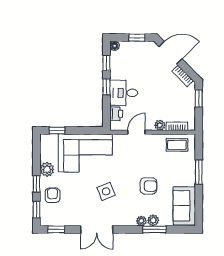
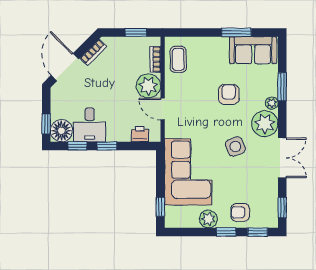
window: (137, 38) -> (46, 124), moved
floor lamp: (115, 46) -> (61, 131), width x1.89, depth x1.89
desk: (124, 93) -> (90, 125), moved
window: (199, 98) -> (136, 32), moved
plant: (160, 125) -> (148, 86), width x1.88, depth x1.88
window: (199, 172) -> (236, 32), moved
plant: (153, 220) -> (265, 124), moved, width x1.87, depth x1.87

